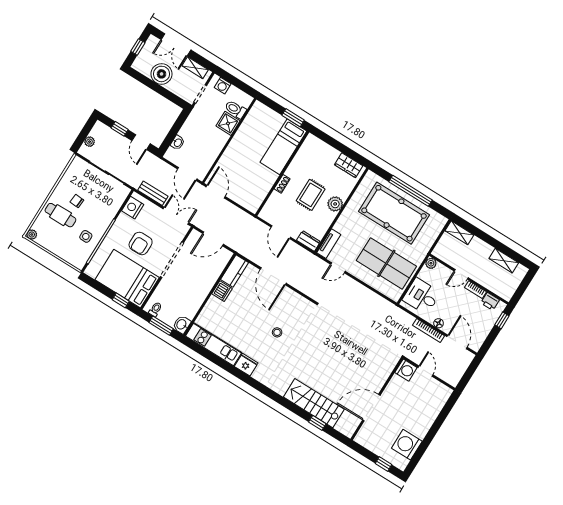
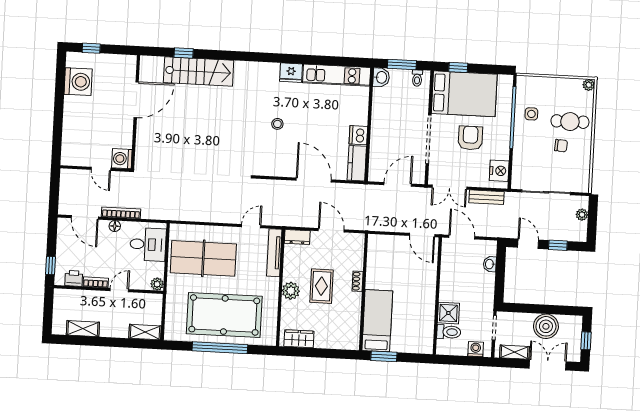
tv unit: (329, 244) -> (274, 253), width x1.41

